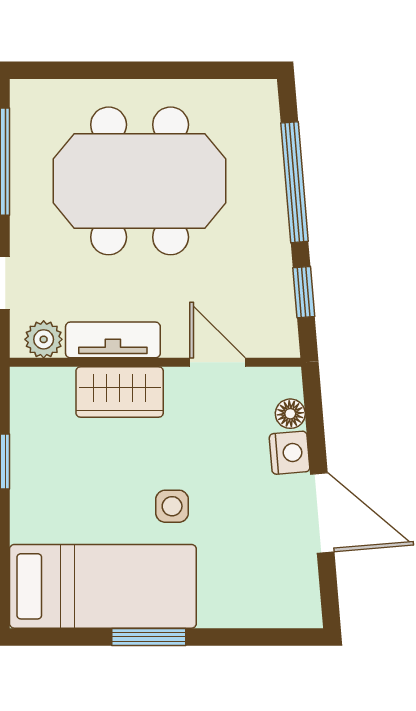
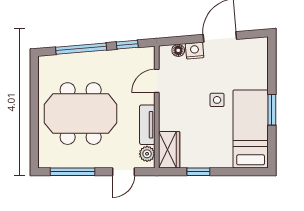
meeting table: (140, 181) -> (81, 114), turned 90
wardrobe: (120, 392) -> (169, 150), moved

